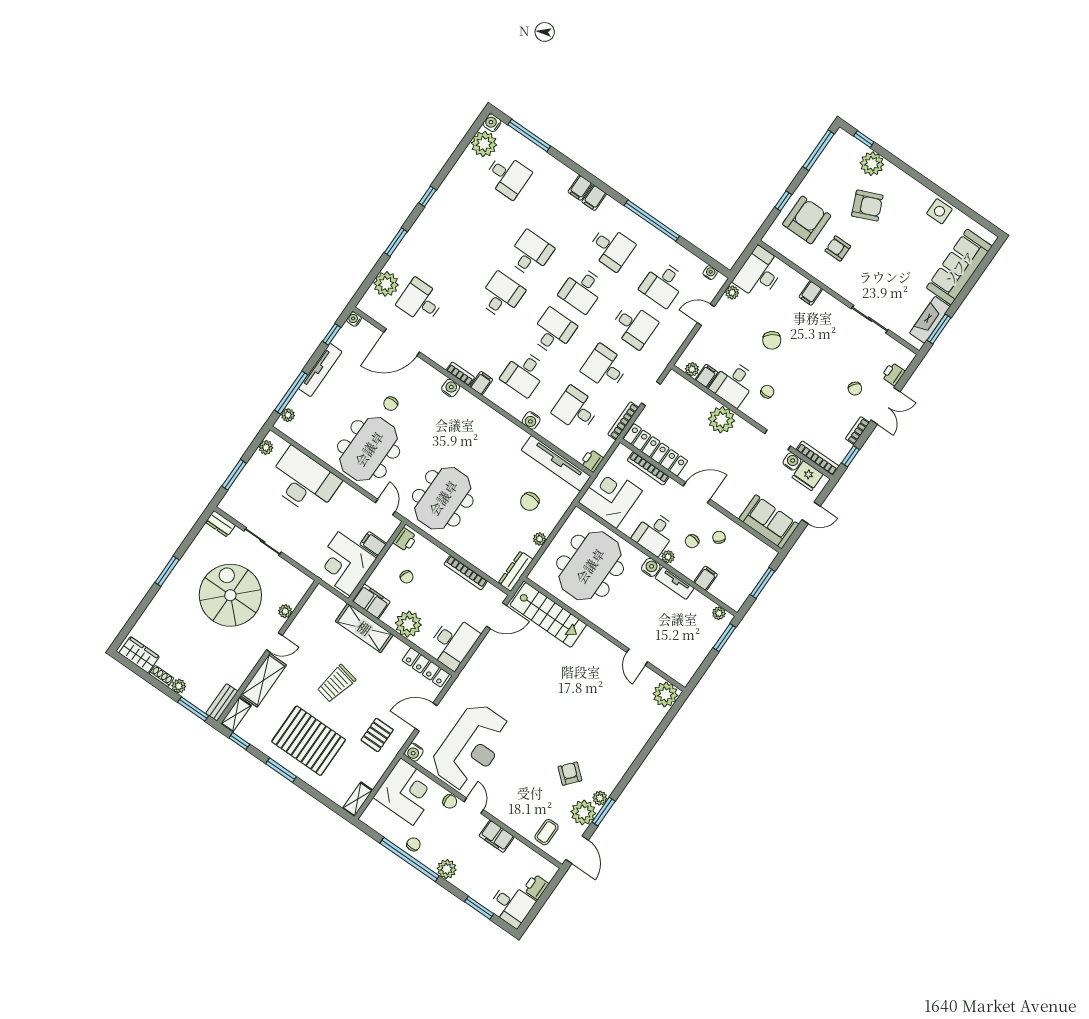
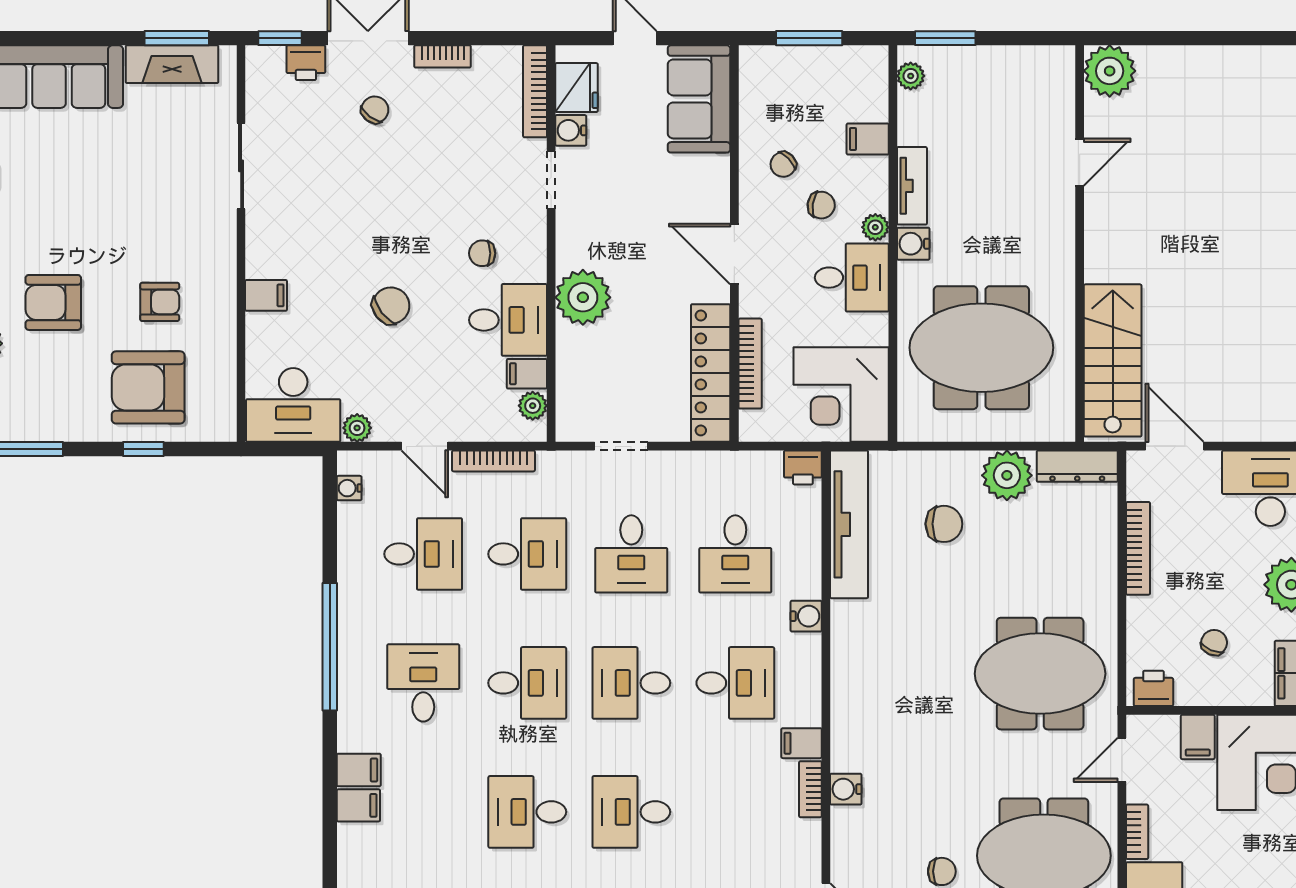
armchair: (867, 206) -> (53, 302), turned -67
armchair: (838, 248) -> (160, 302), turned -90
desk: (634, 326) -> (527, 554), turned 90
bookcase: (623, 421) -> (493, 461), moved
window: (851, 456) -> (280, 38), moved
bookcase: (352, 493) -> (1137, 832), added
plant: (540, 539) -> (1007, 475), width x1.87, depth x1.87

